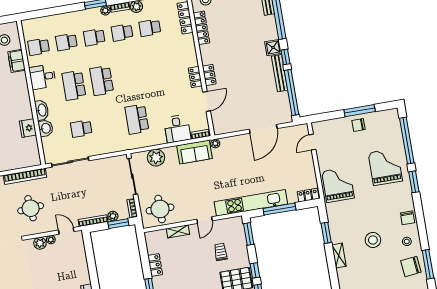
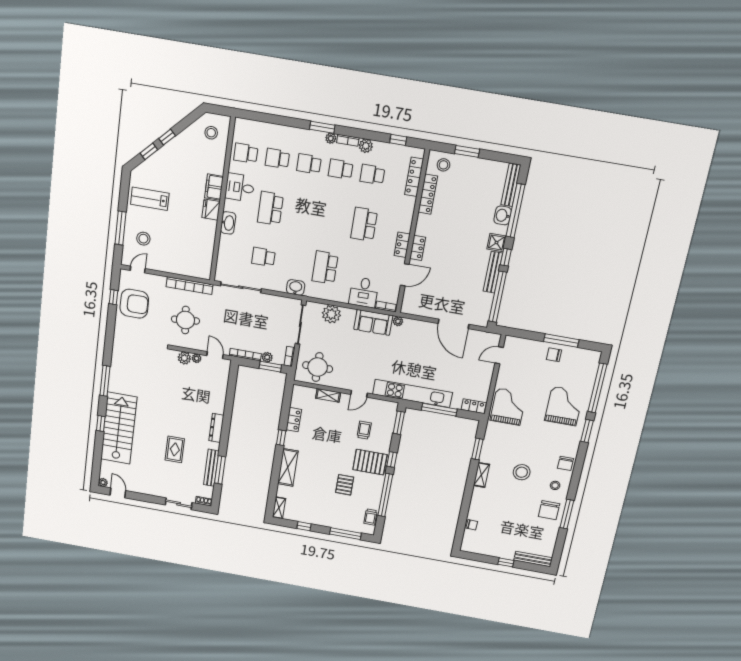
washbasin: (269, 24) -> (503, 215), added
filing cabinet: (17, 61) -> (214, 187), moved
school desk: (102, 81) -> (364, 224), moved
fridge: (28, 128) -> (211, 210), moved
washbasin: (46, 128) -> (296, 287), moved, turned -90
door: (263, 129) -> (453, 324), hinge flipped
chair: (411, 266) -> (549, 510), turned -84

